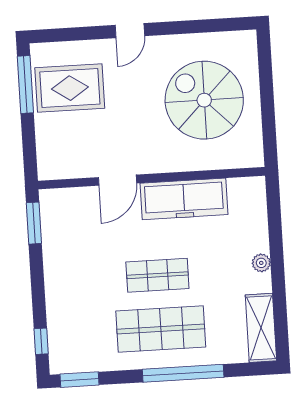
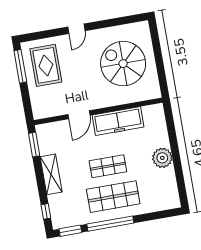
rug: (70, 88) -> (46, 65), turned 90
plant: (261, 263) -> (162, 158), width x1.88, depth x1.88
shelving: (261, 328) -> (51, 174), moved
window: (183, 373) -> (110, 224), moved

